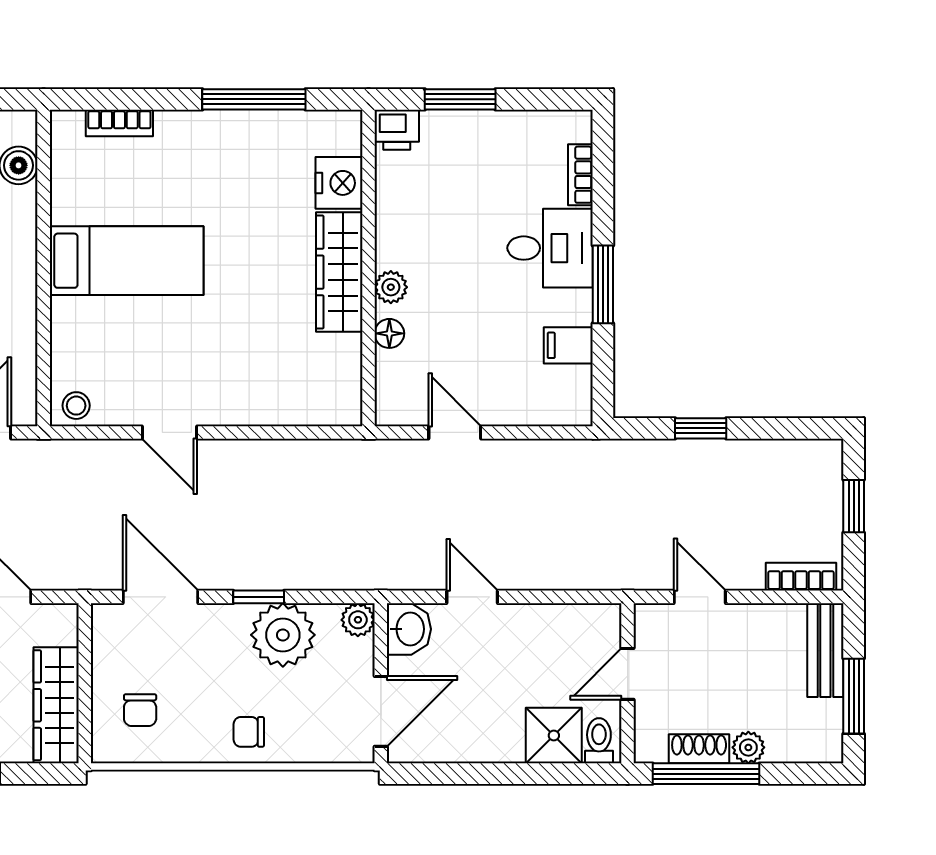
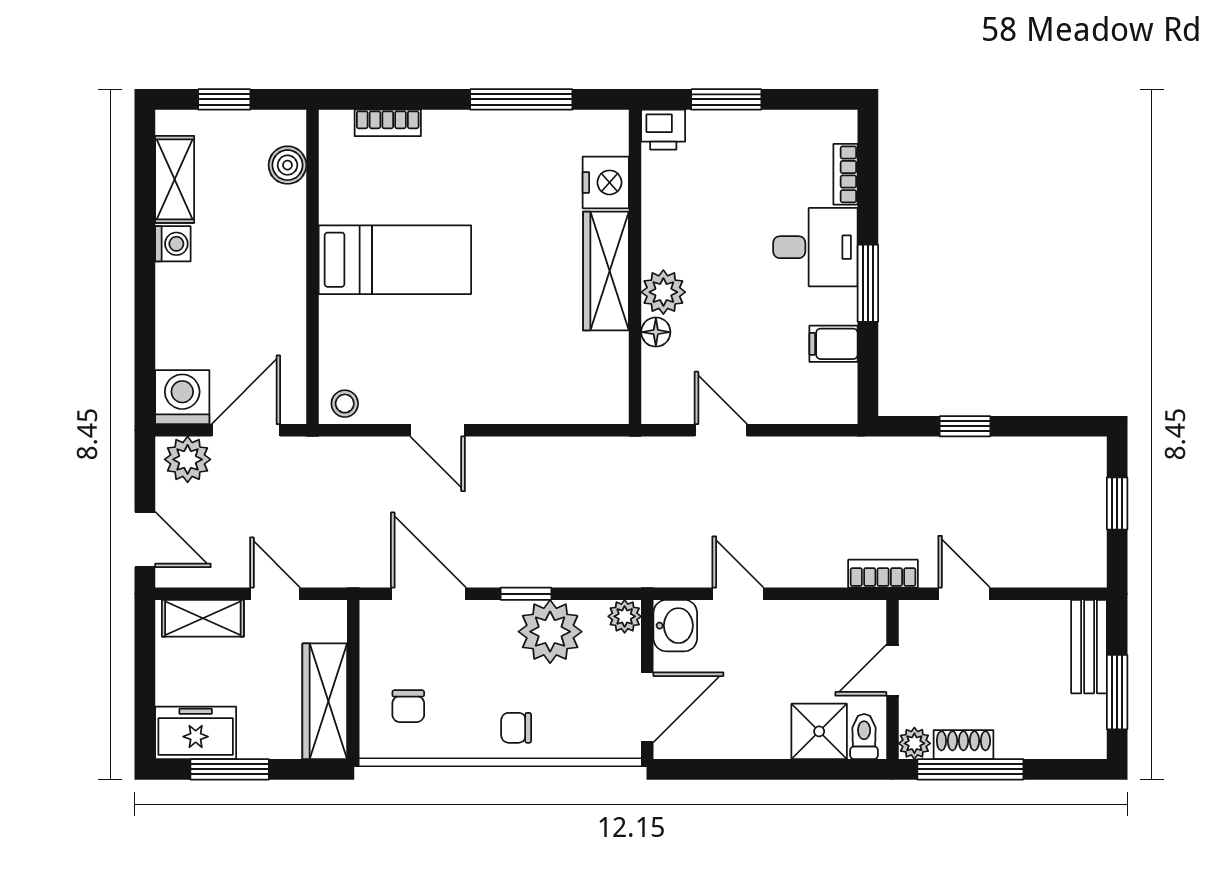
plant: (391, 287) -> (663, 292), width x1.38, depth x1.38
bookcase: (801, 577) -> (883, 574), moved
plant: (748, 747) -> (914, 743), moved

